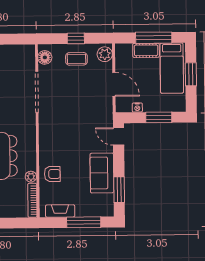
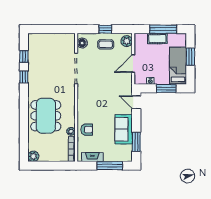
bed: (172, 68) -> (178, 66), moved, turned 180
door: (114, 84) -> (133, 64), swing flipped

